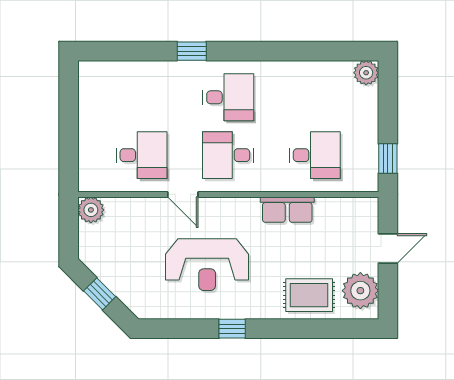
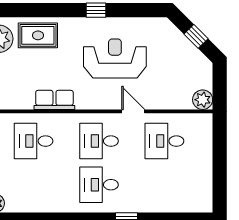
desk: (228, 155) -> (99, 141), turned 180

